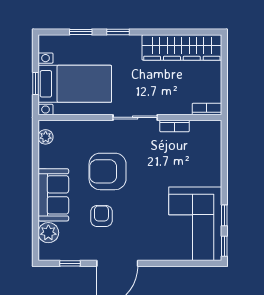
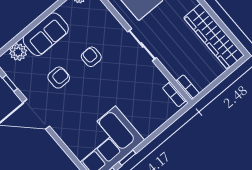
bookcase: (175, 126) -> (174, 94), moved
armchair: (108, 171) -> (91, 57), width x0.53, depth x0.53

